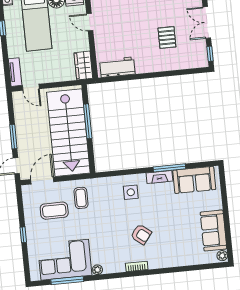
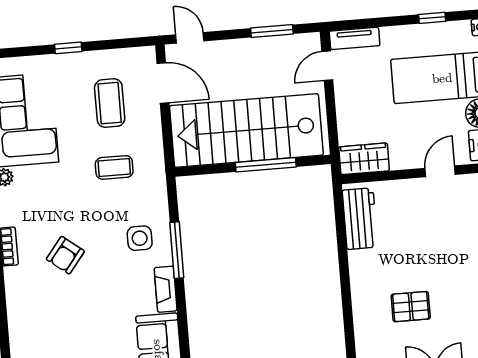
window: (13, 137) -> (272, 31), moved
window: (169, 168) -> (177, 250), moved
coffee table: (81, 198) -> (114, 167), moved

